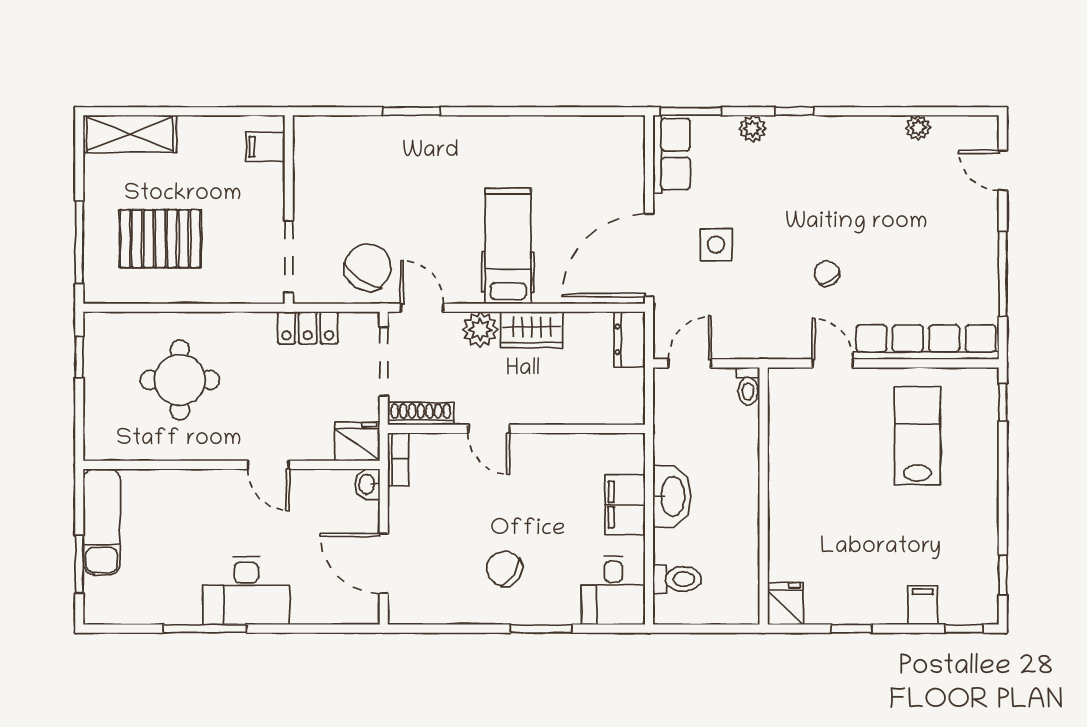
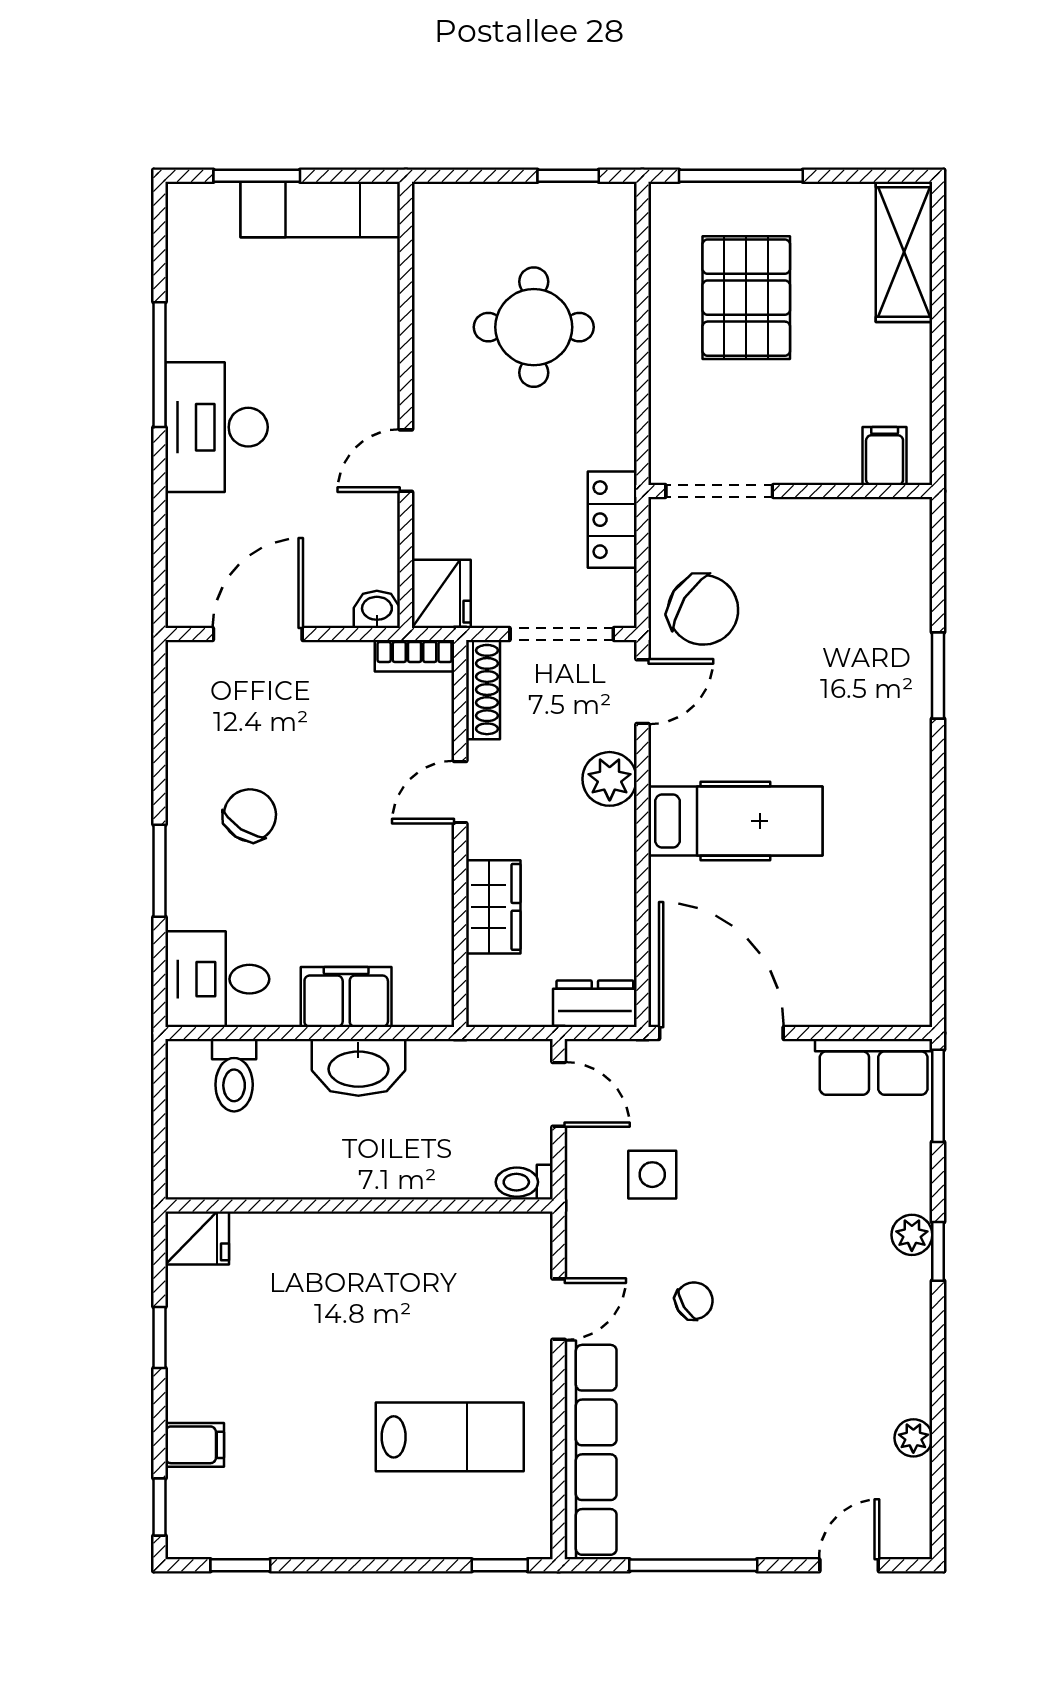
plant: (752, 129) -> (912, 1235), moved
side table: (716, 245) -> (652, 1175), moved
wardrobe: (532, 330) -> (493, 907), moved, turned 180

